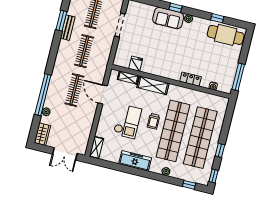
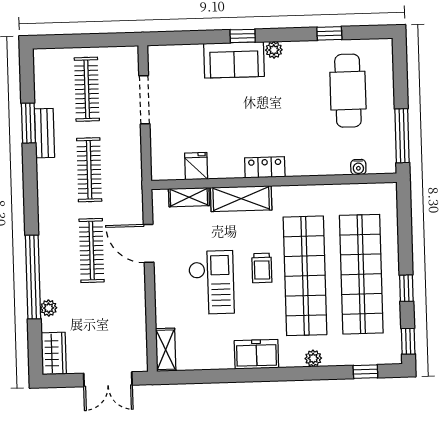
cafe table: (226, 35) -> (348, 91), moved, turned 90
locker: (191, 79) -> (265, 167), moved
freezer: (135, 161) -> (256, 354), width x0.71

